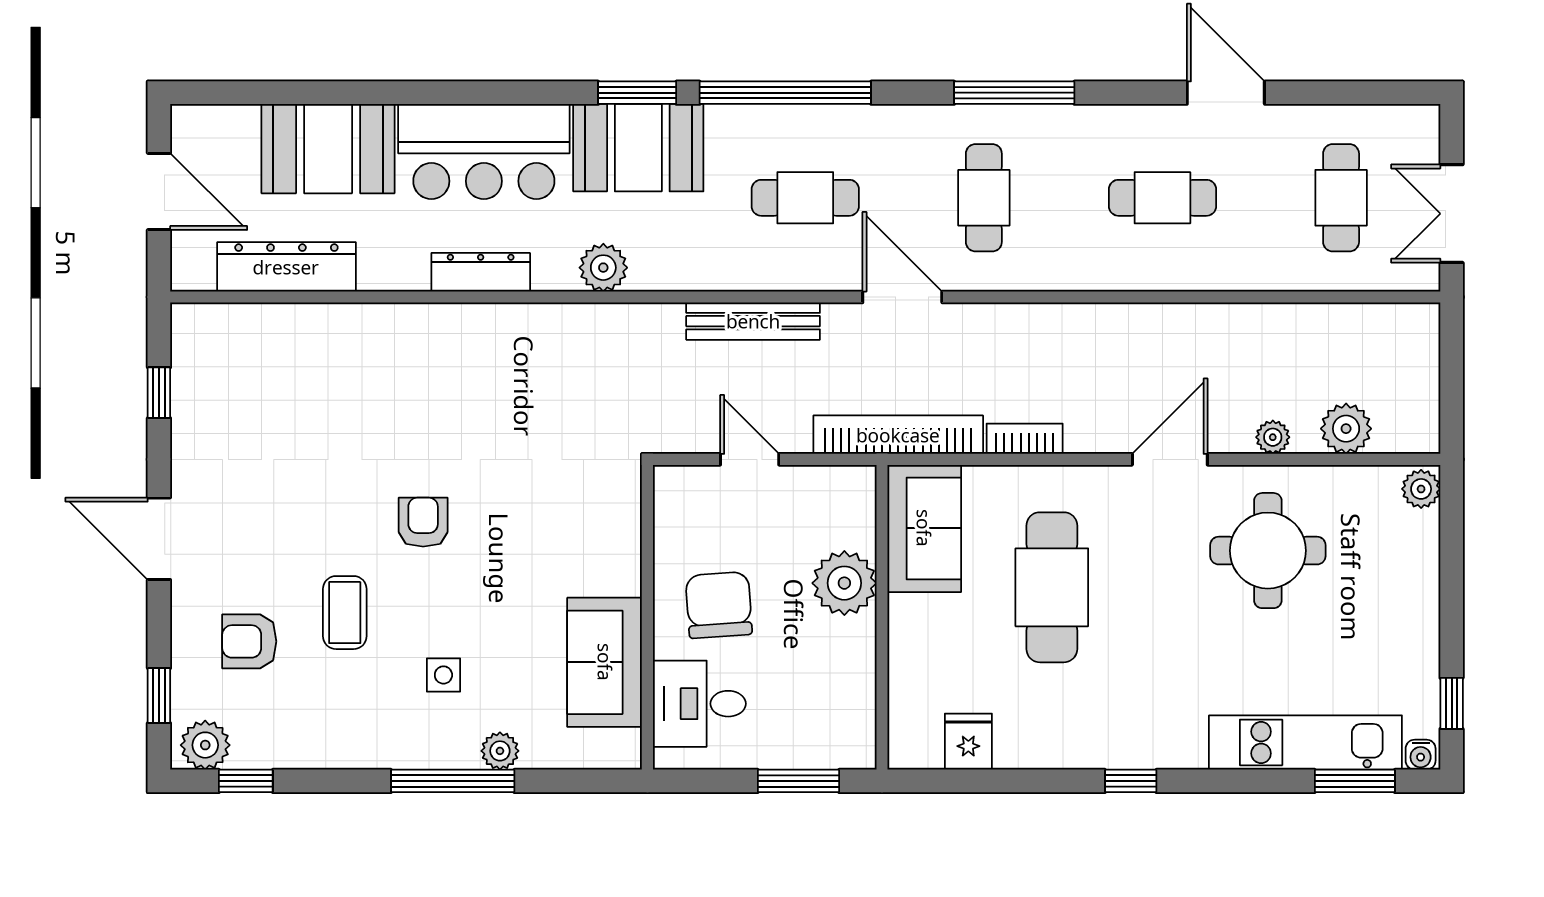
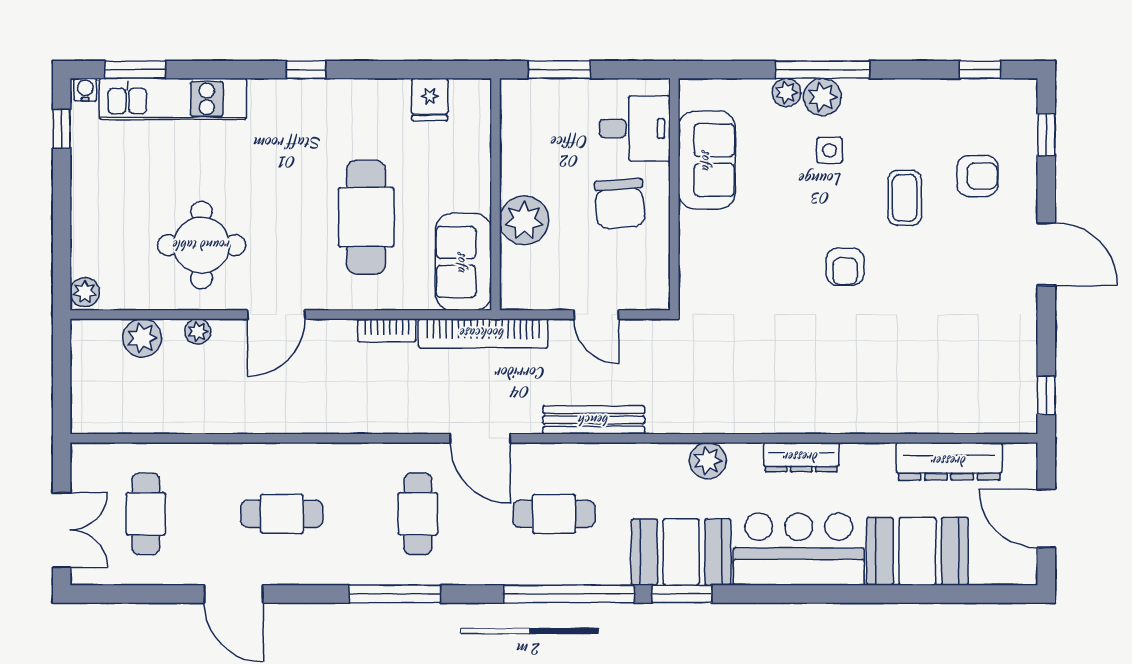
double door: (1452, 214) -> (62, 530), moved
window: (159, 393) -> (1046, 395), moved
plant: (205, 745) -> (822, 97), moved

